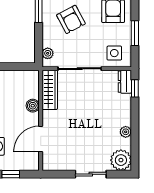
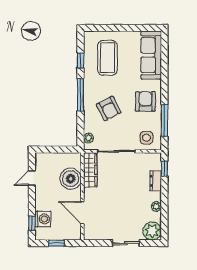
window: (135, 33) -> (164, 120), width x1.44
dresser: (125, 82) -> (156, 181), moved
boiler: (33, 106) -> (71, 179), width x1.86, depth x1.86
door: (41, 139) -> (82, 213), hinge flipped

